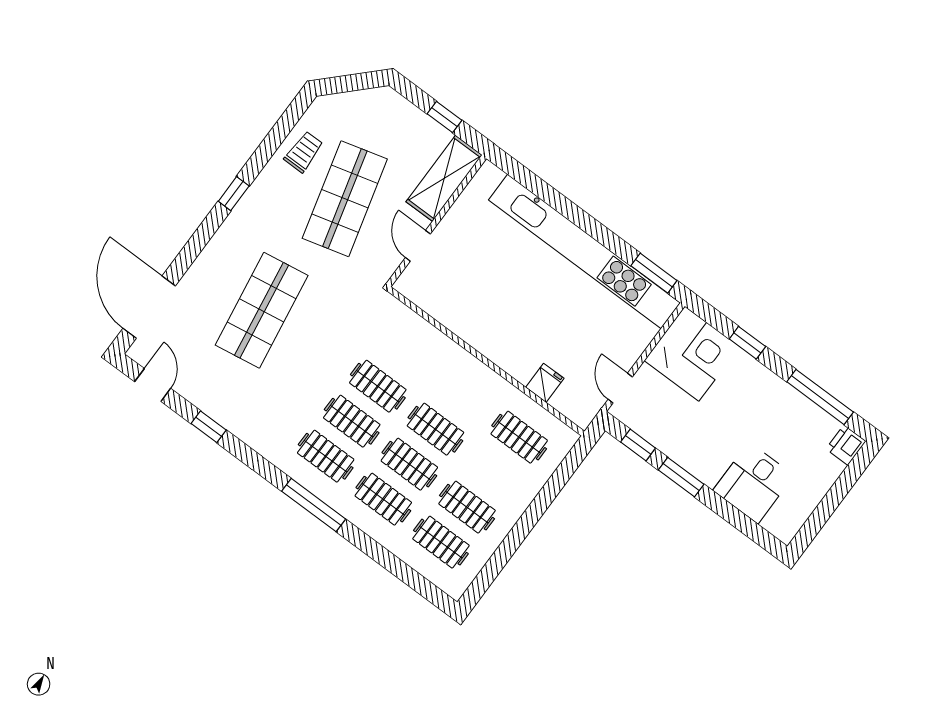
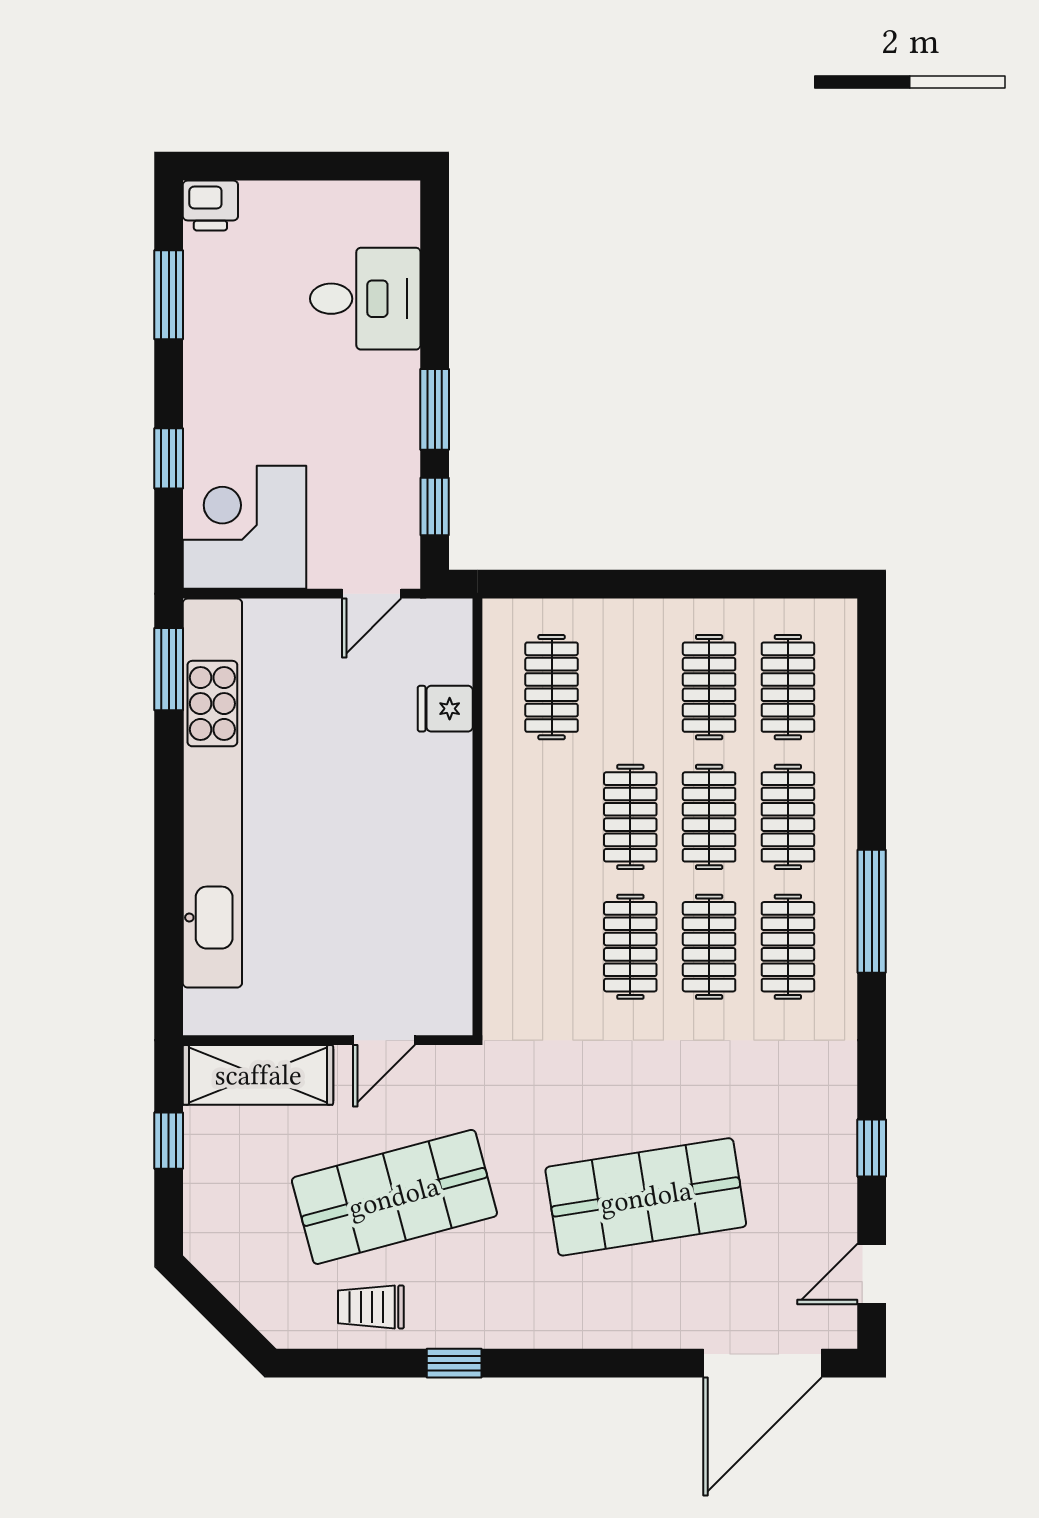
window: (234, 194) -> (454, 1363), moved
window: (820, 397) -> (169, 295), width x0.69

